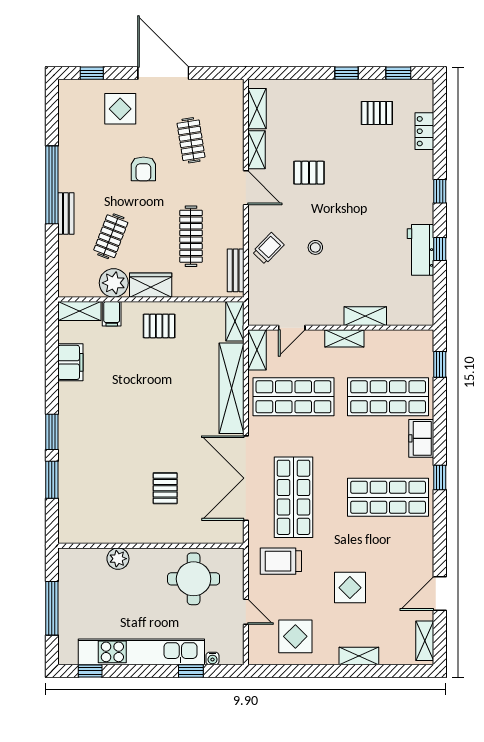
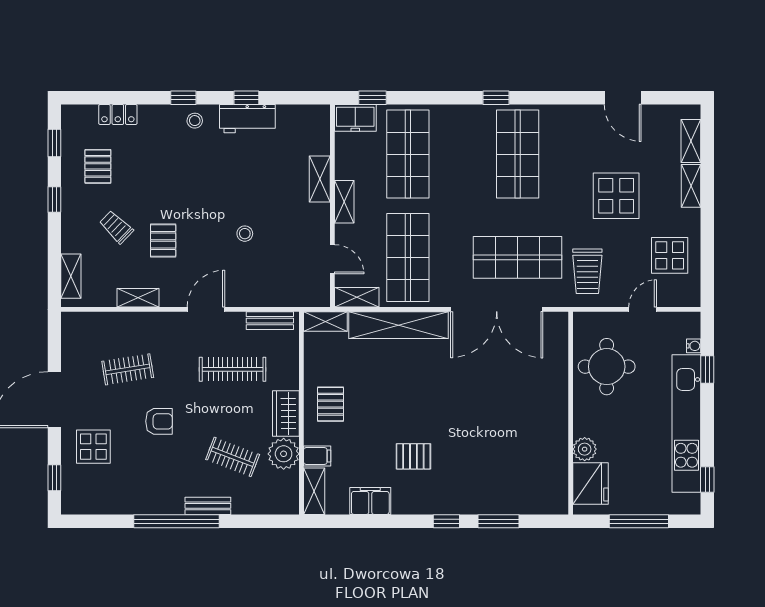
shelving: (257, 109) -> (71, 276), moved, turned 90
door: (246, 188) -> (206, 309), moved
stool: (419, 202) -> (195, 121), added
trolley: (268, 248) -> (116, 227), moved
window: (52, 432) -> (446, 521), width x0.67
freezer: (421, 438) -> (355, 118), moved
pallet: (165, 488) -> (413, 456), moved
fridge: (86, 564) -> (590, 484), added
display table: (350, 588) -> (616, 196), width x1.36, depth x1.36
shelving: (425, 641) -> (691, 141), moved, turned 90

